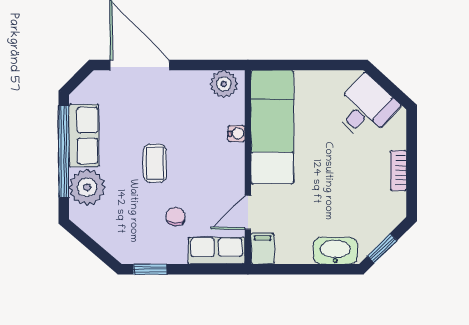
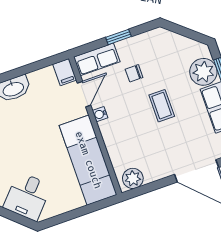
water cooler: (237, 134) -> (100, 114), moved
chair: (175, 216) -> (134, 73), turned 90
window: (150, 269) -> (118, 37), moved

